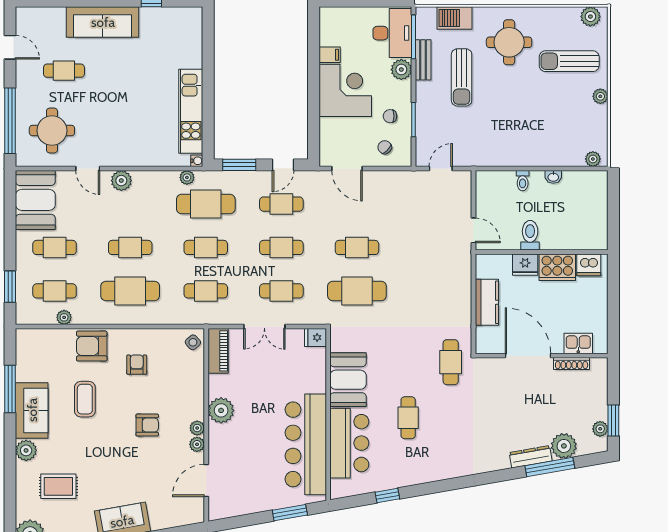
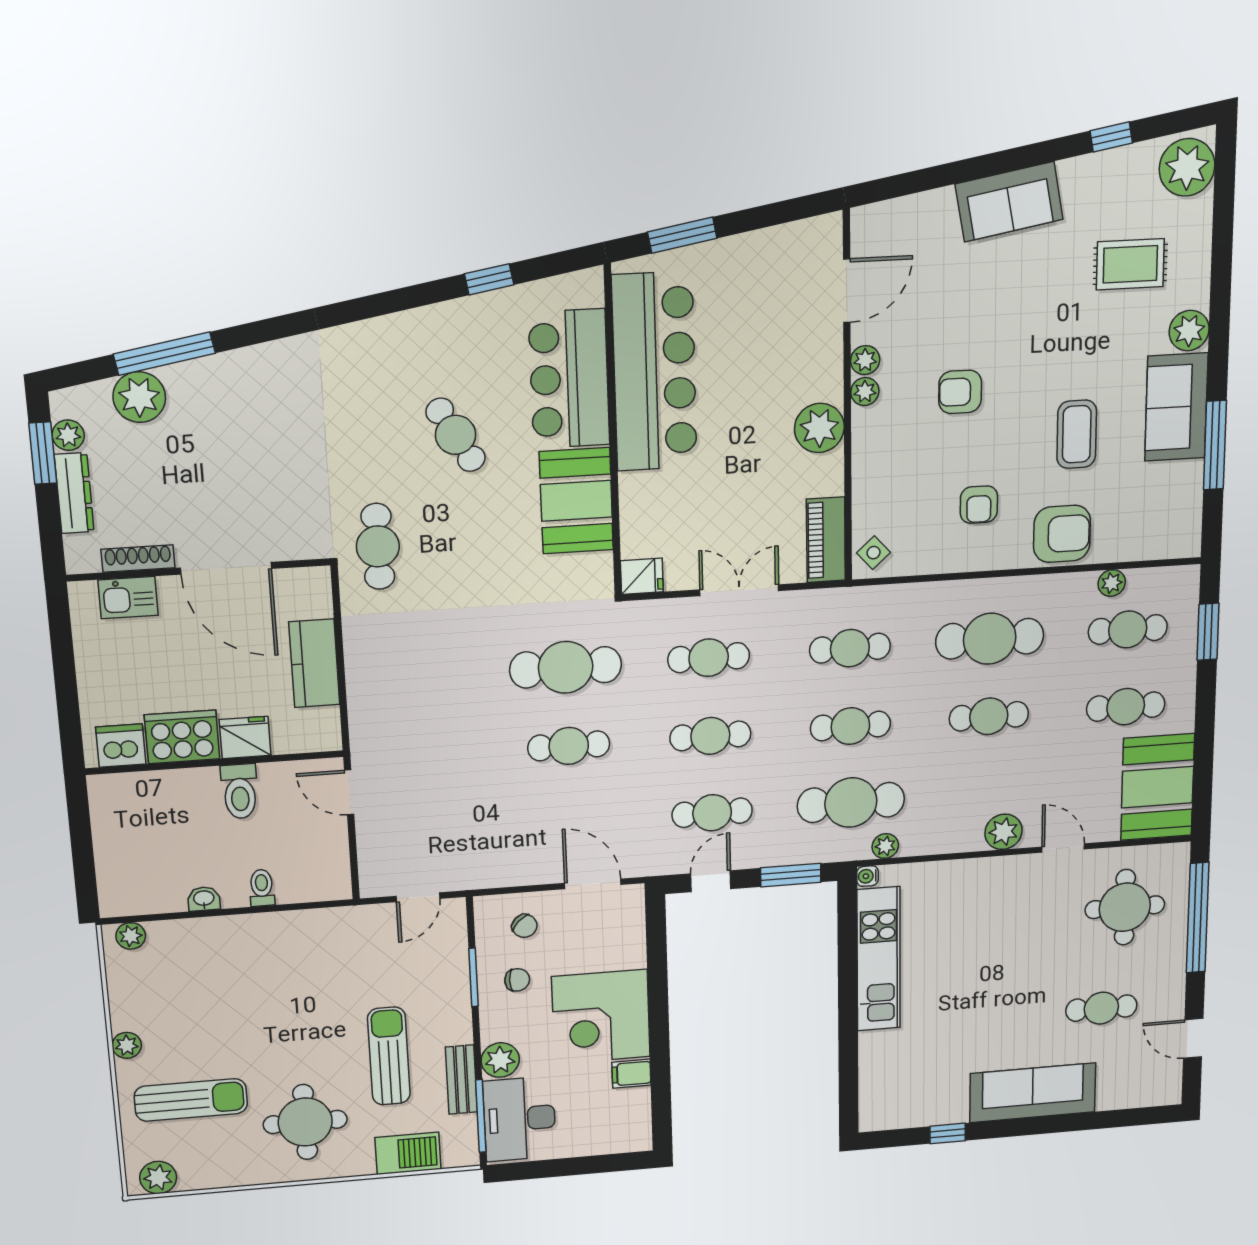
cafe table: (408, 418) -> (456, 435), turned -30
dresser: (531, 457) -> (74, 493), moved, turned -80

